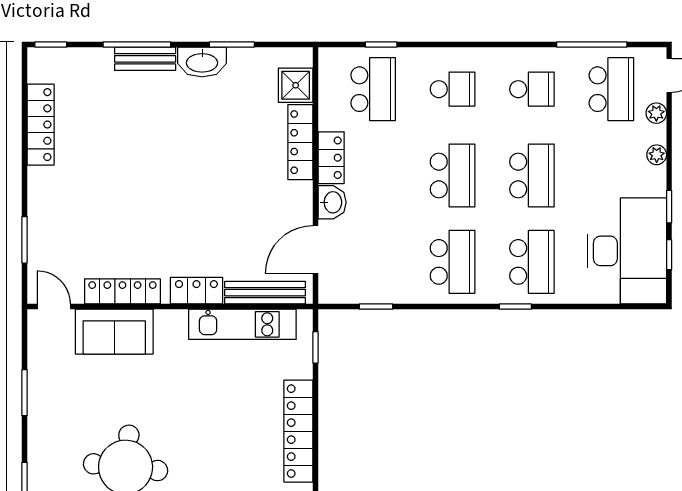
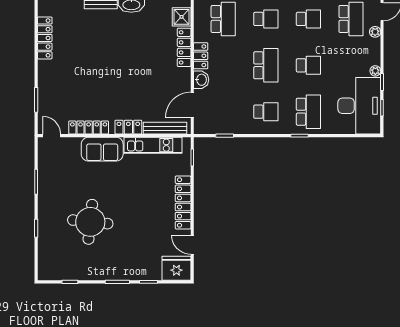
plant: (657, 155) -> (375, 71), moved
school desk: (532, 176) -> (308, 65), width x0.54
school desk: (453, 262) -> (266, 112), width x0.54
sofa: (114, 332) -> (102, 149), moved

